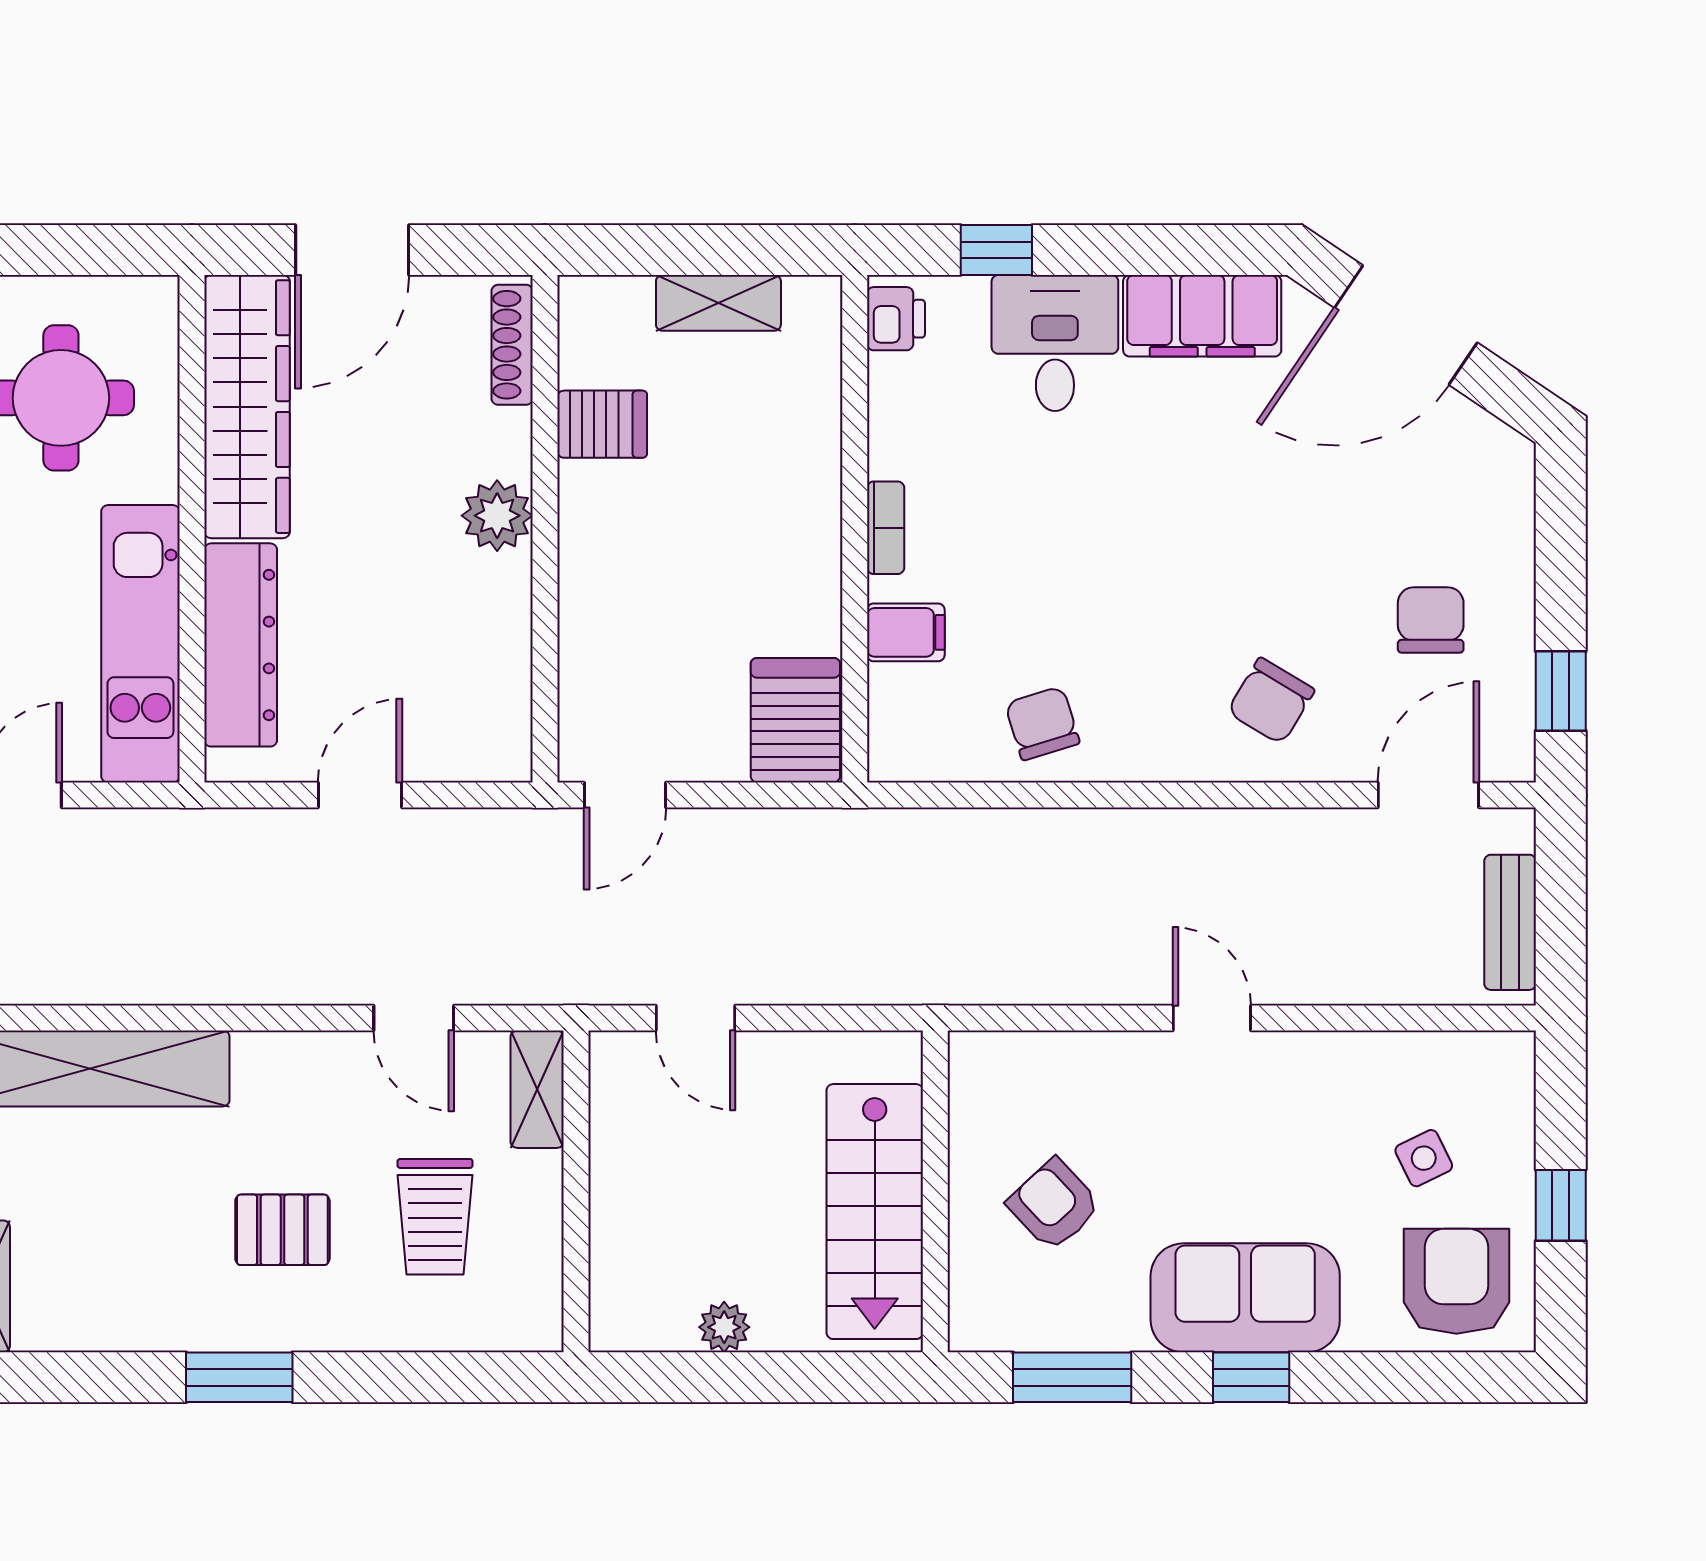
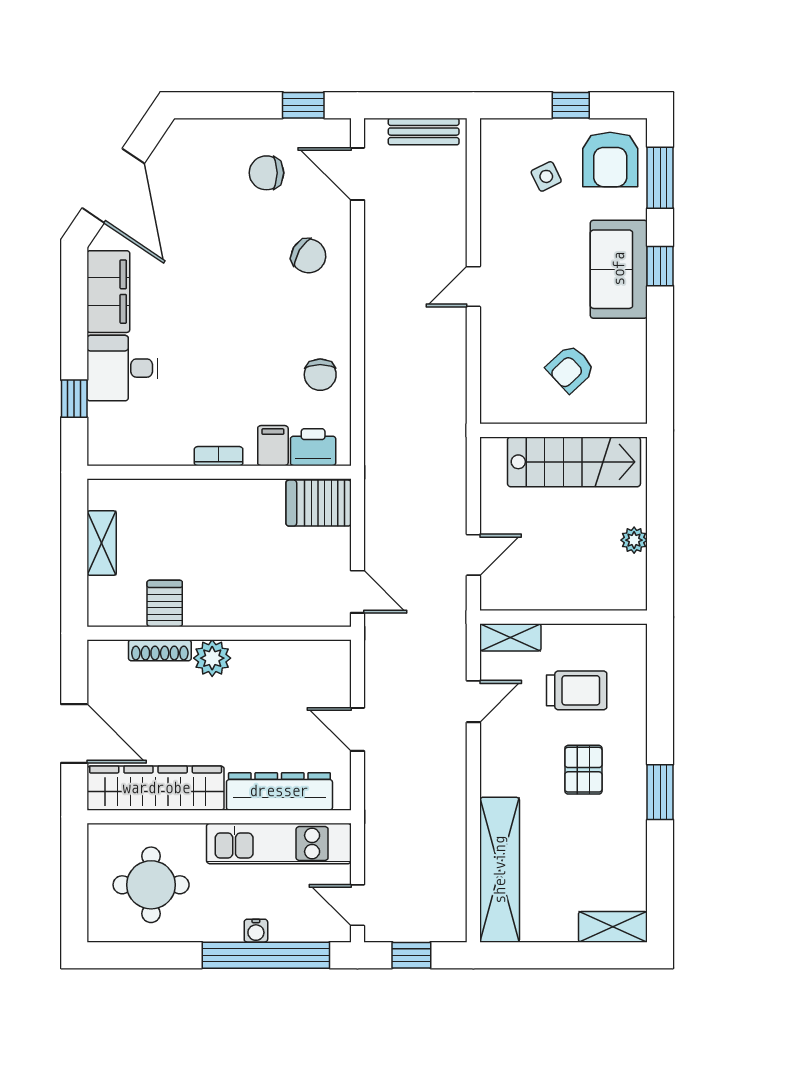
printer: (896, 319) -> (313, 447), moved, width x1.36, depth x1.24
shoe rack: (512, 345) -> (160, 650), moved
chair: (1042, 723) -> (320, 375), turned -73
armchair: (1456, 1281) -> (610, 159), turned -90
window: (1072, 1377) -> (660, 178), moved

